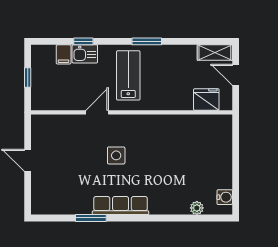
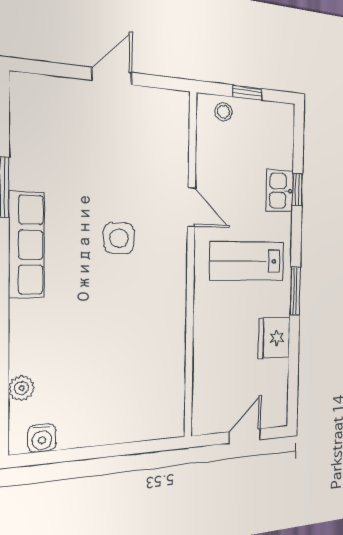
shelving: (215, 53) -> (277, 400), removed
filing cabinet: (64, 54) -> (280, 156), removed
lab bench: (128, 75) -> (247, 261), turned 180
stool: (40, 93) -> (224, 112), added
fridge: (206, 99) -> (274, 338), moved, turned 180

